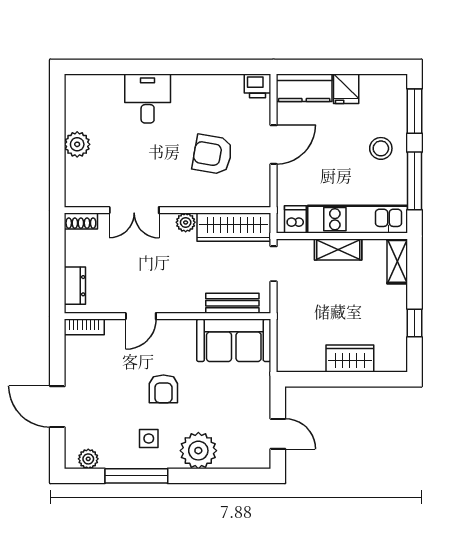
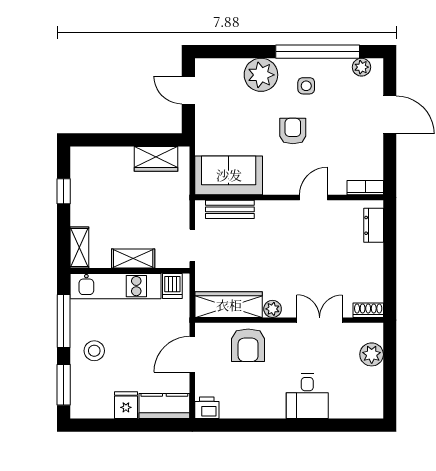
armchair: (212, 154) -> (248, 345), turned 80
double door: (134, 210) -> (320, 320), moved
wall: (168, 210) -> (289, 320), moved
shoe rack: (81, 221) -> (368, 310), moved
plant: (186, 222) -> (273, 309), moved
wardrobe: (234, 227) -> (229, 305), moved
wardrobe: (350, 358) -> (156, 159), moved
window: (136, 476) -> (318, 52), width x1.46

